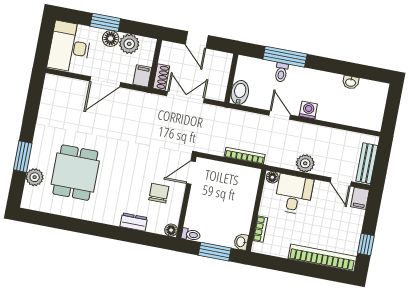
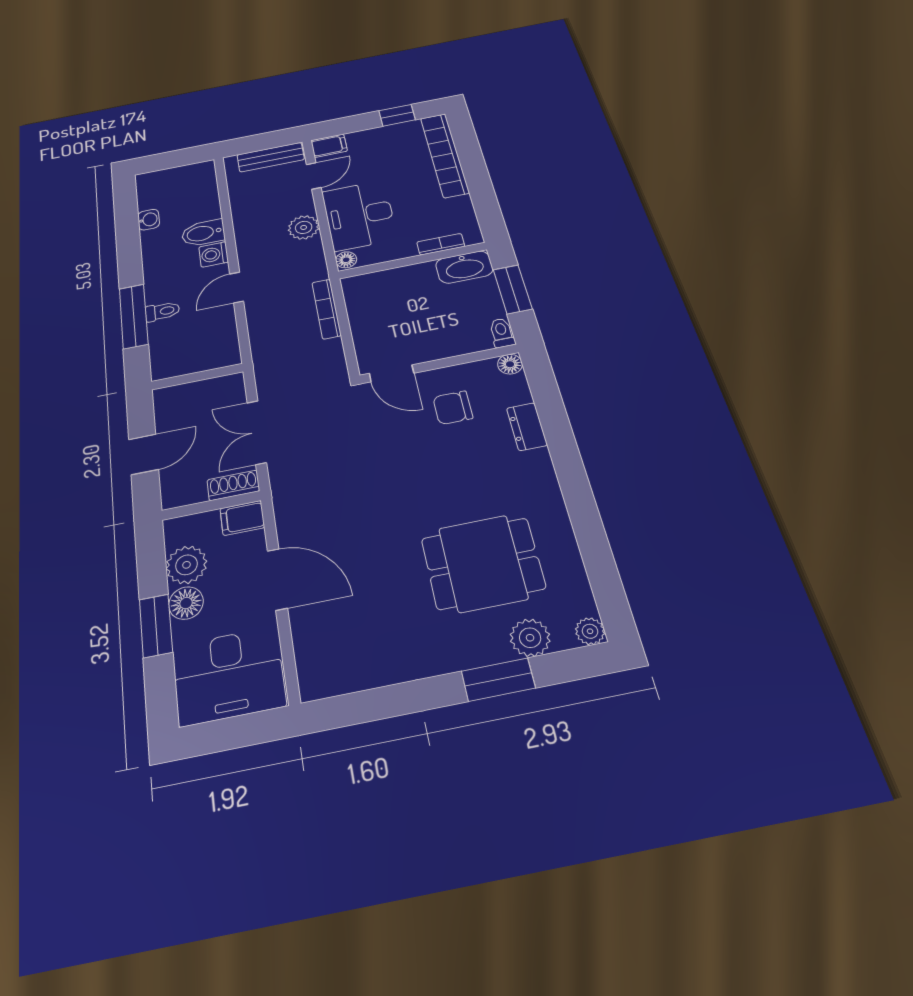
bidet: (240, 92) -> (203, 233), moved
desk: (294, 194) -> (359, 215), width x1.37
plant: (27, 203) -> (590, 631), added
washbasin: (241, 242) -> (464, 267), width x1.91, depth x1.45

